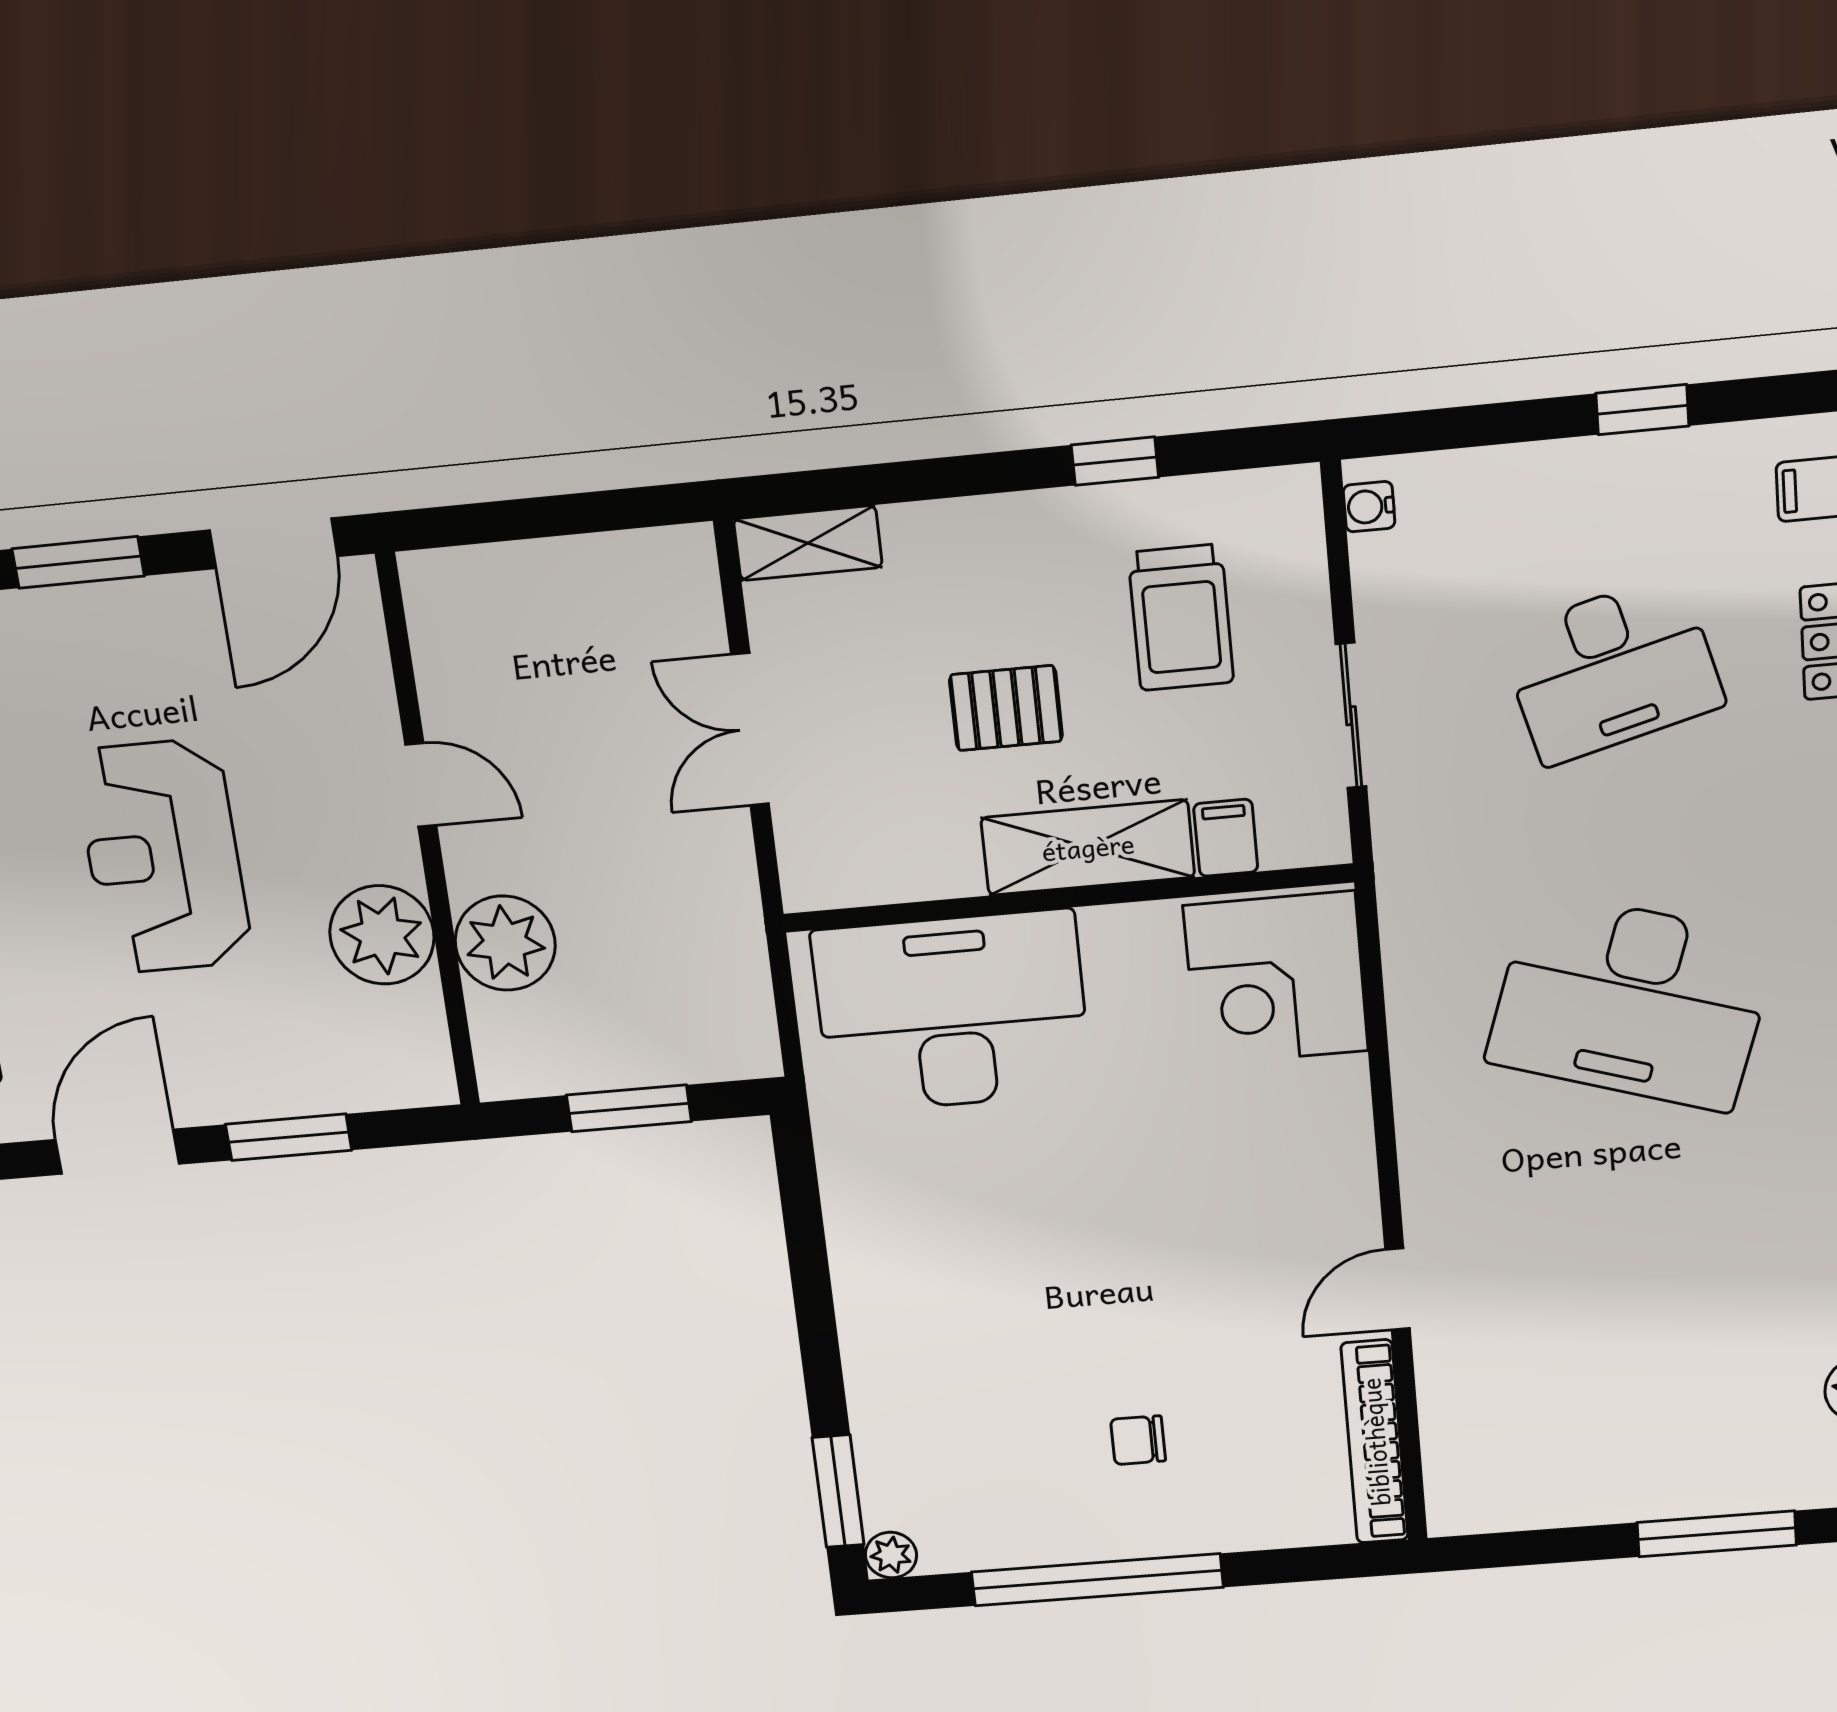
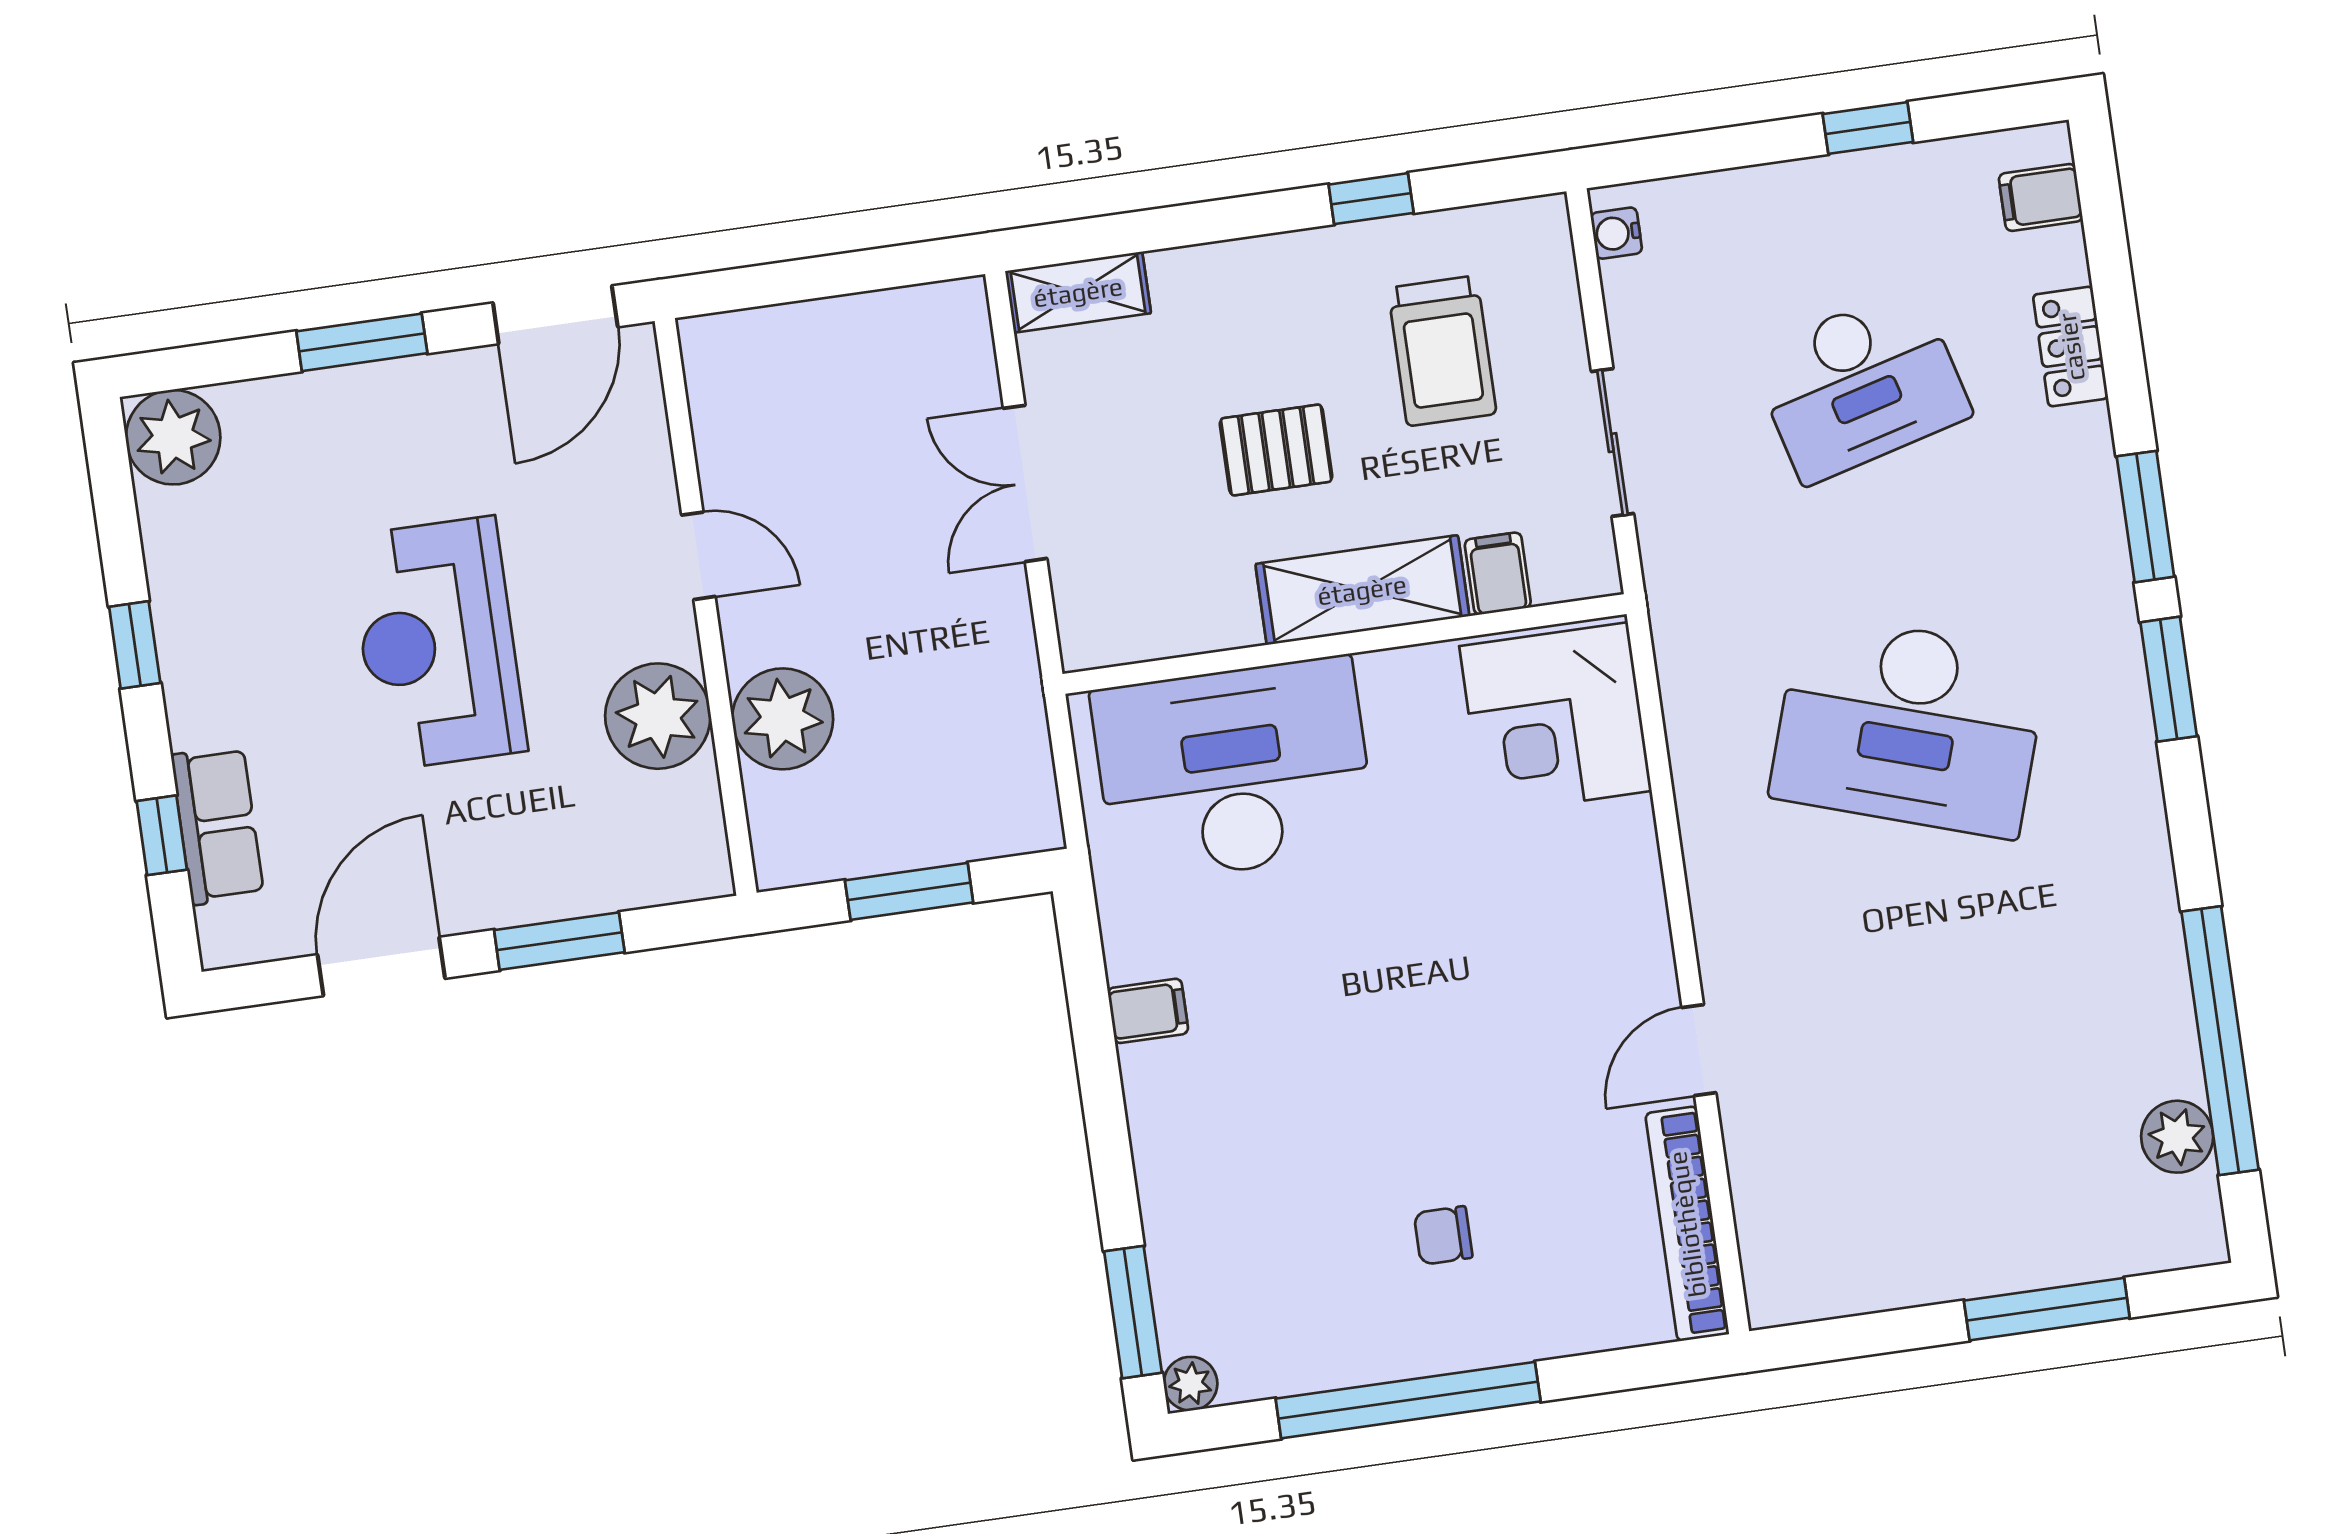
filing cabinet: (860, 1228) -> (1148, 1011), added

